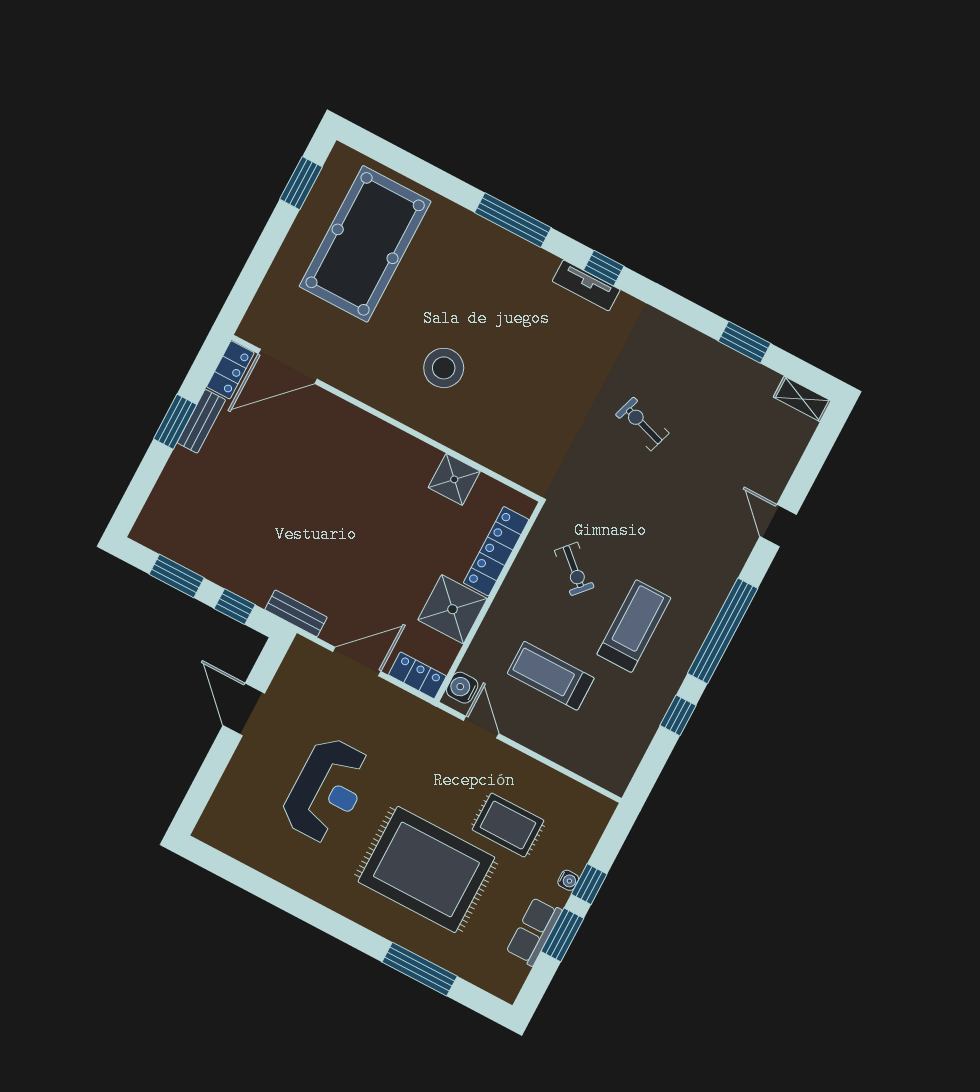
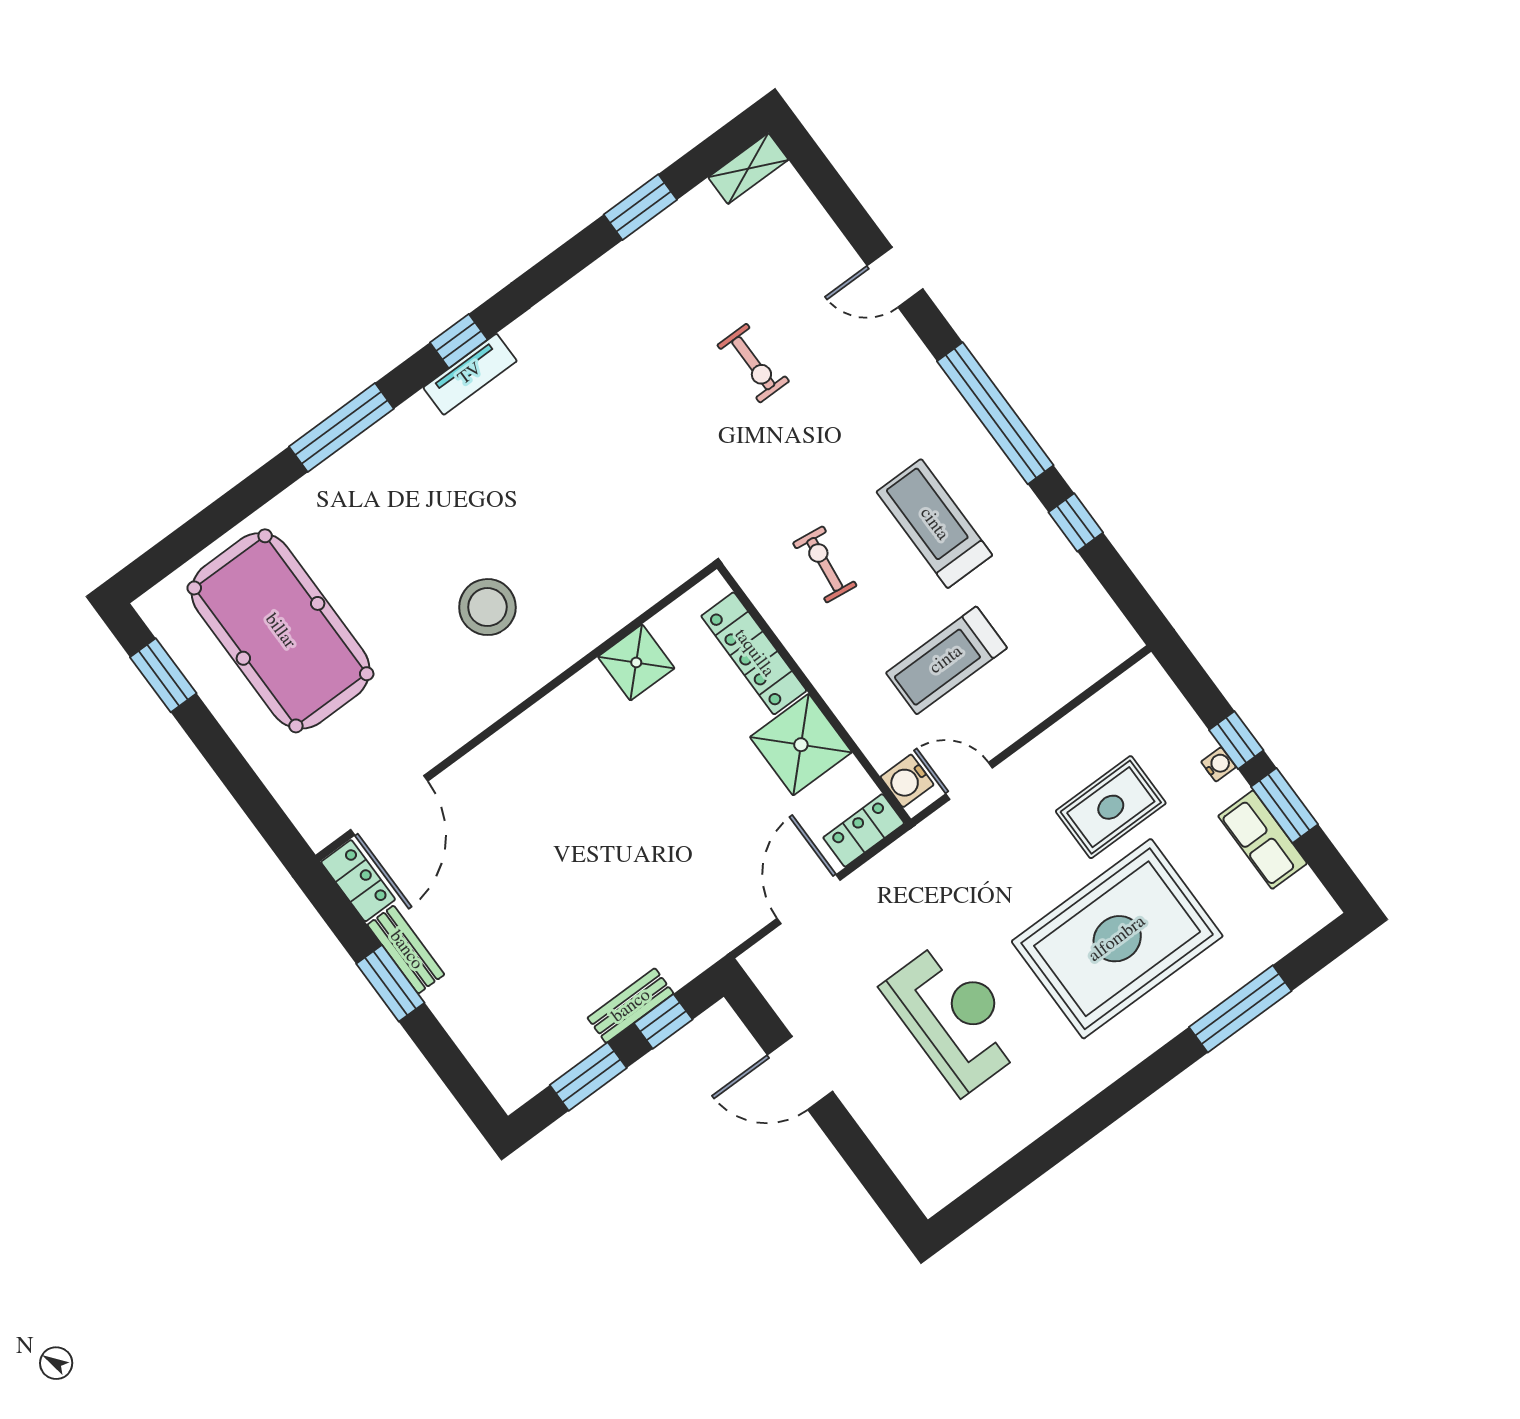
exercise bike: (642, 424) -> (753, 363), moved, turned -108
exercise bike: (574, 569) -> (825, 564), turned -125
bench: (296, 613) -> (631, 1006), moved

